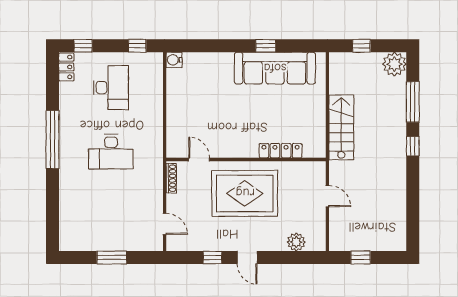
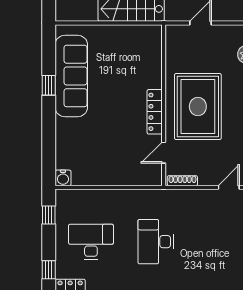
locker: (281, 151) -> (155, 112), moved
desk: (111, 152) -> (156, 242), turned 180

